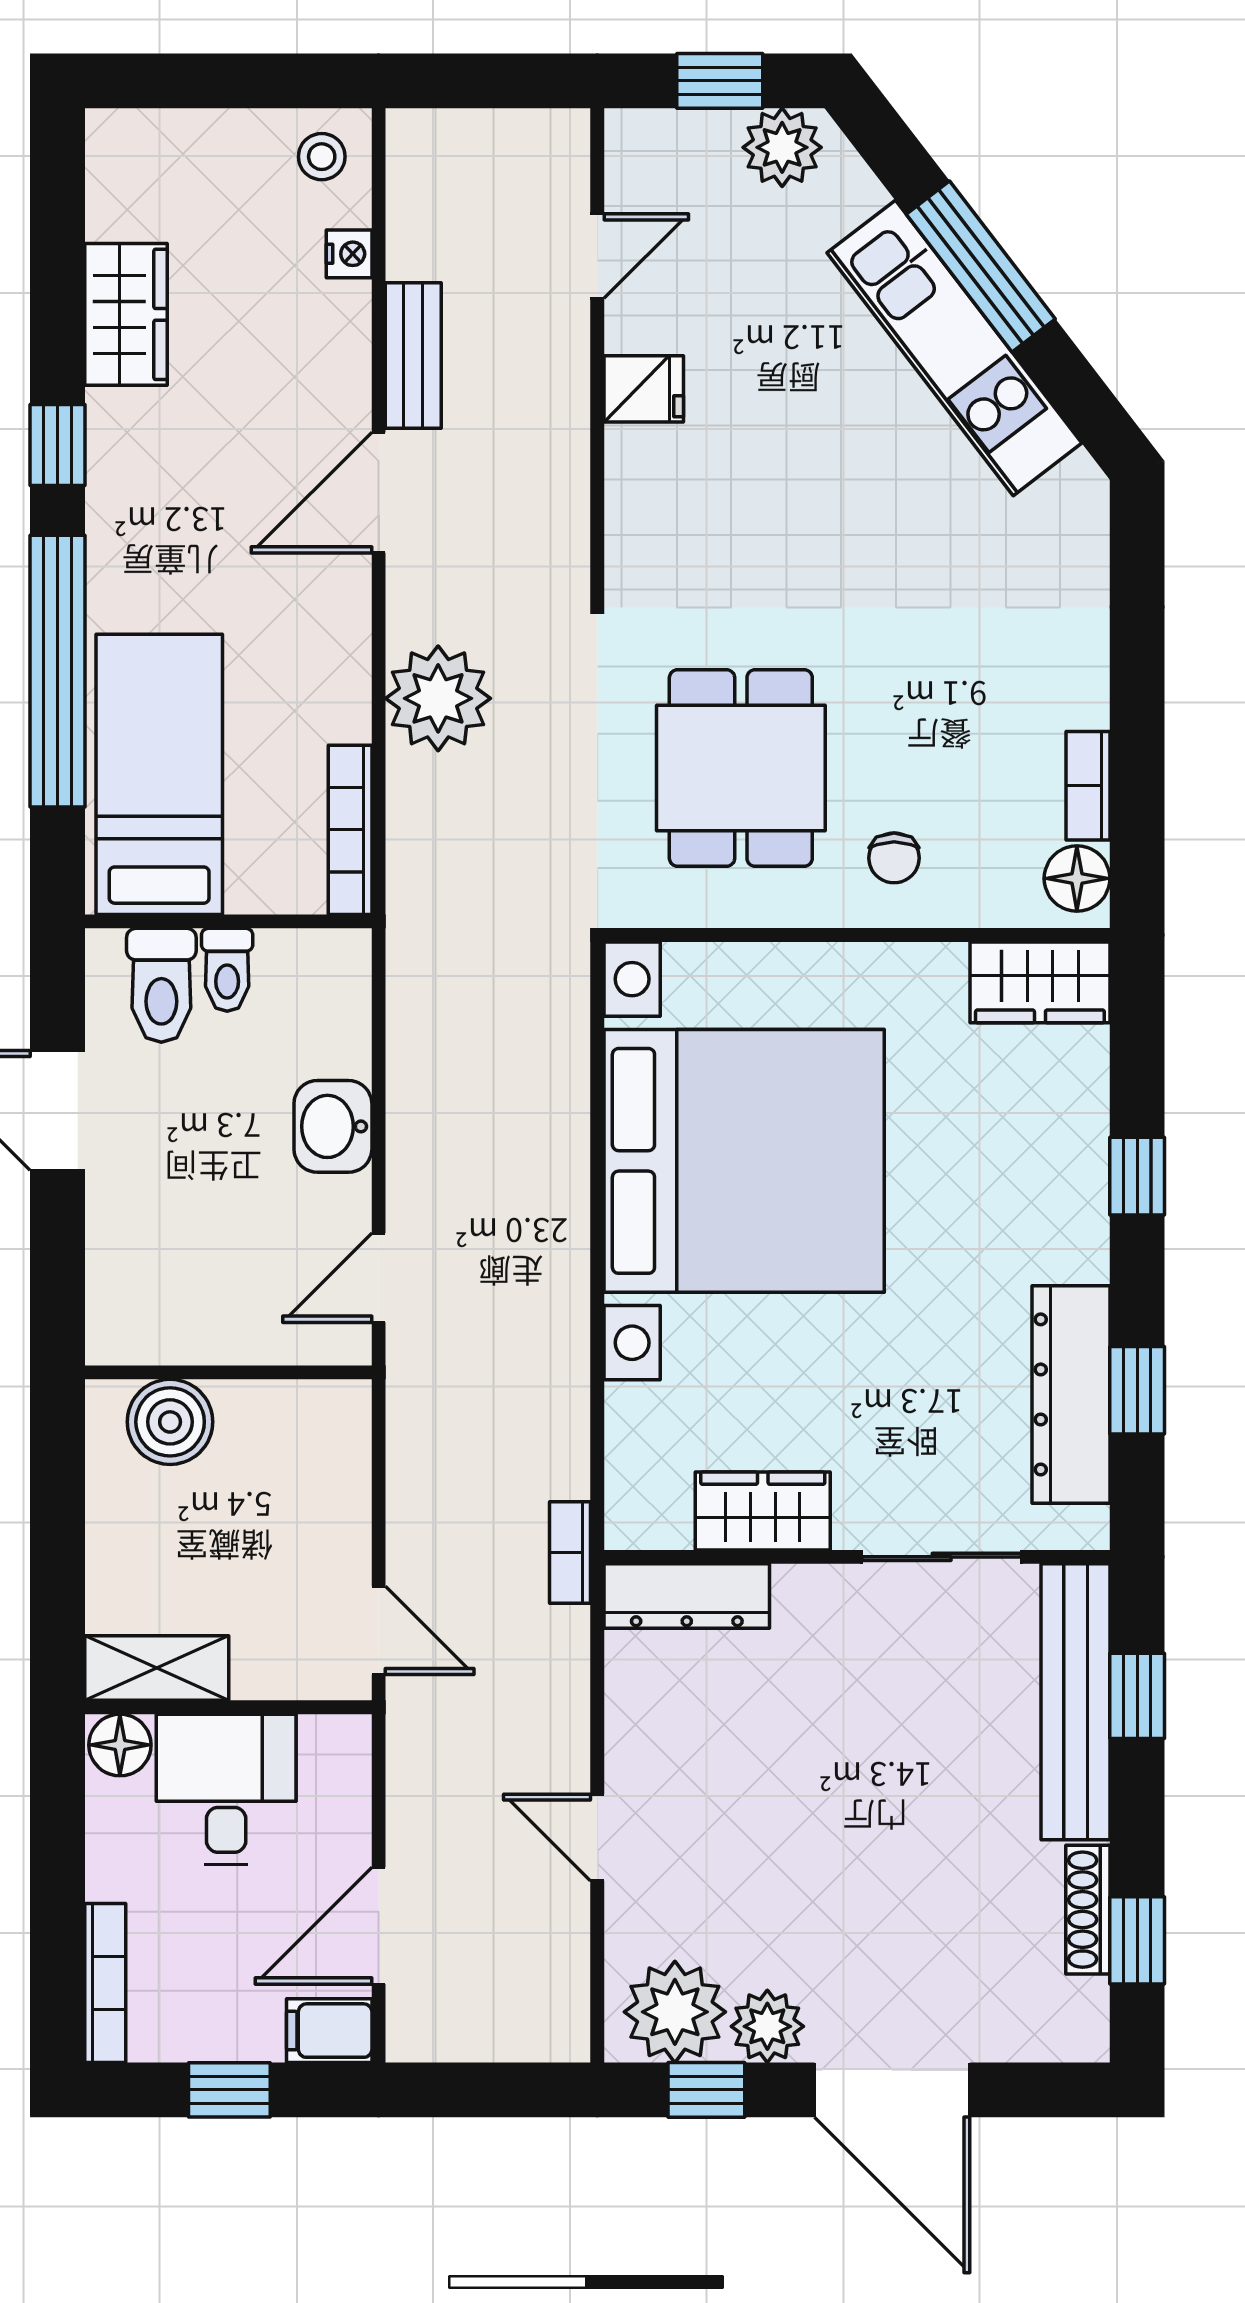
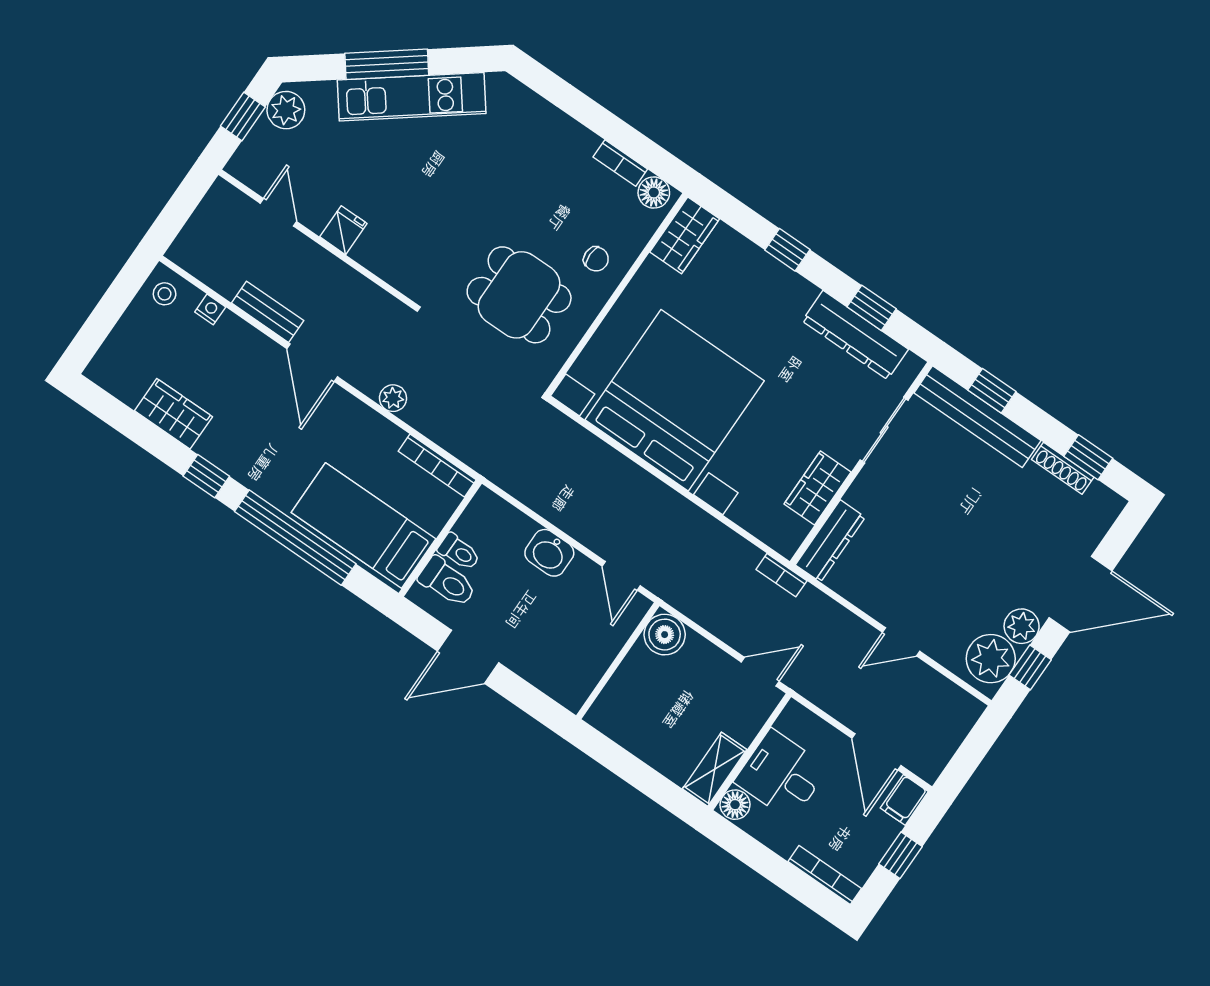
plant: (438, 698) -> (393, 398), width x0.53, depth x0.53
boiler: (170, 1422) -> (665, 635), moved

